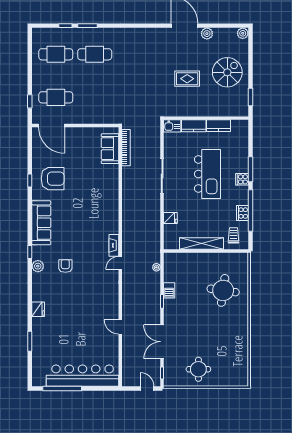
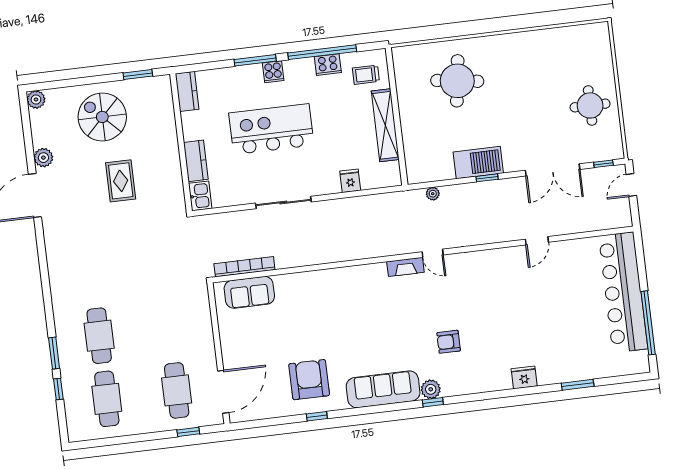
kitchen counter: (219, 126) -> (187, 91), moved
plant: (38, 266) -> (431, 389), moved
barbecue: (169, 290) -> (478, 163), width x1.88, depth x1.53

